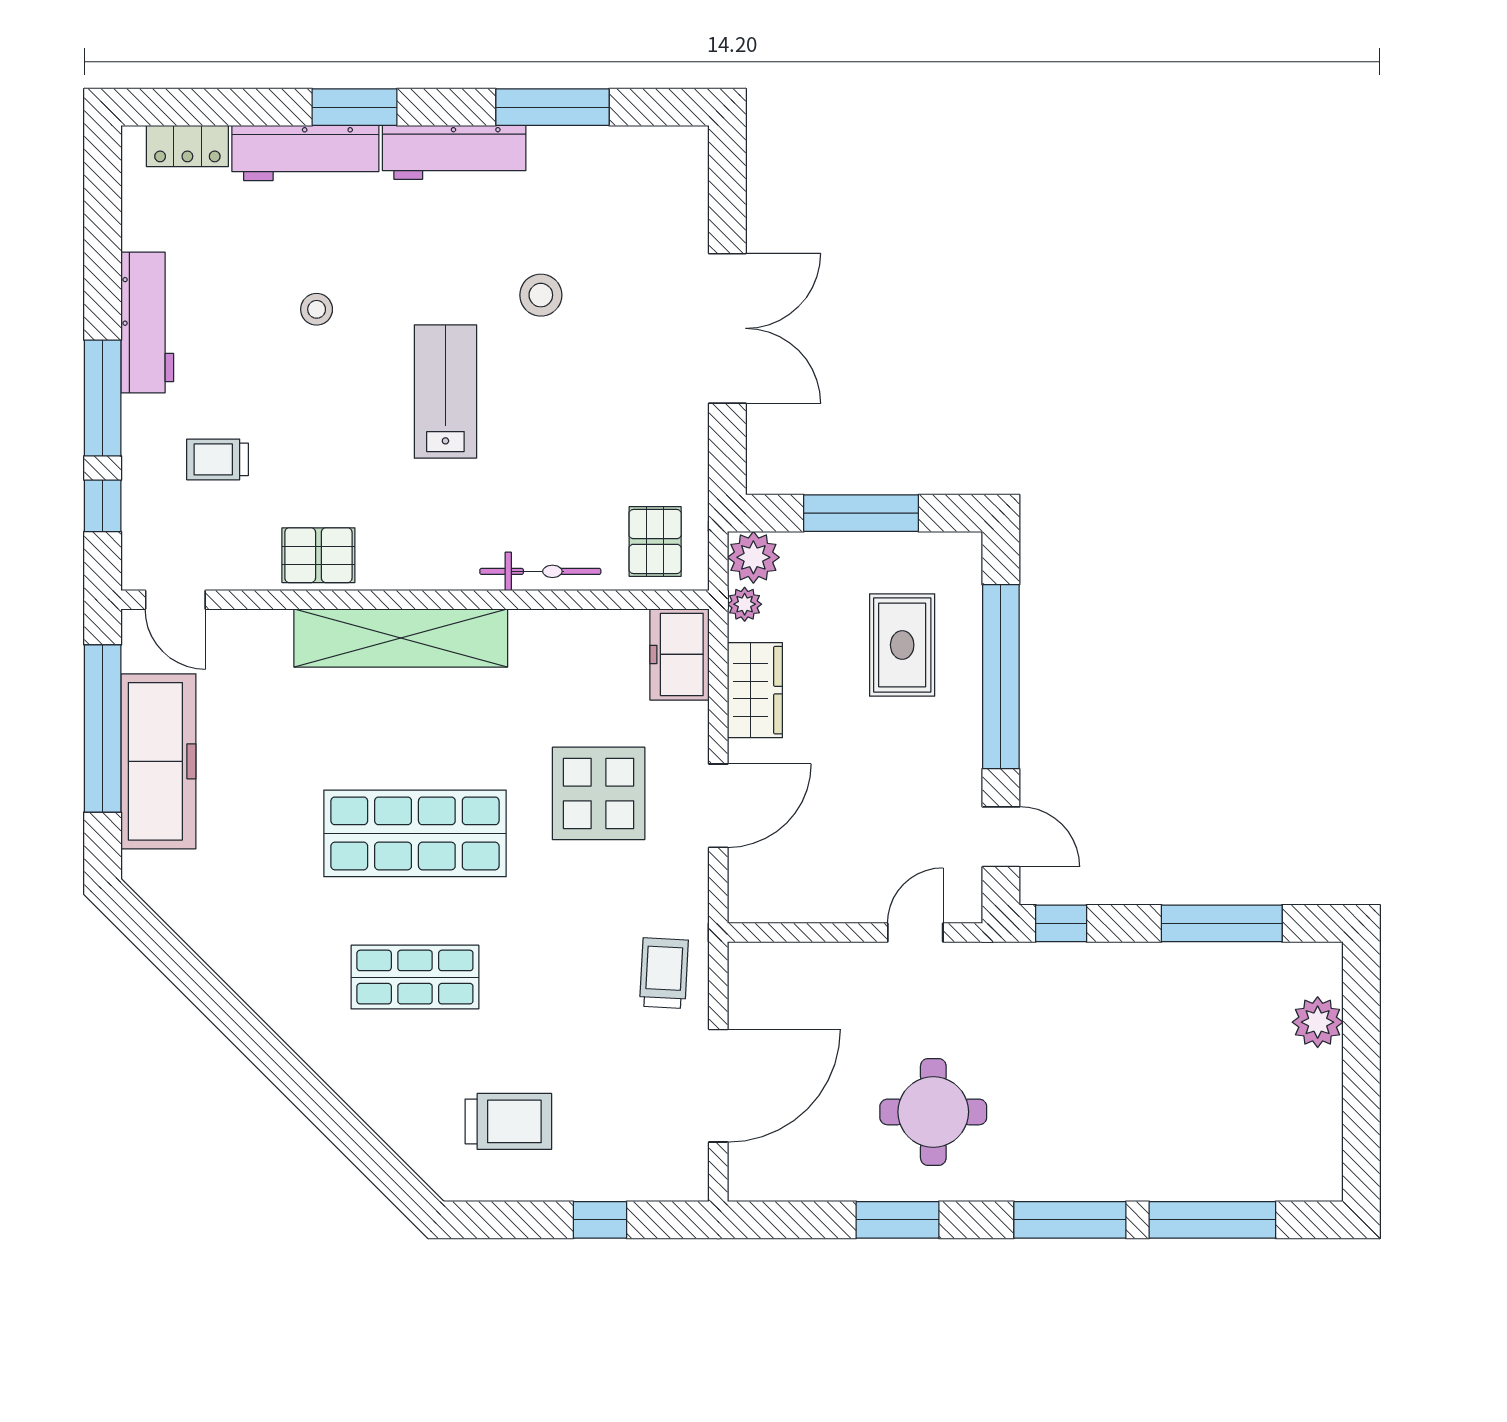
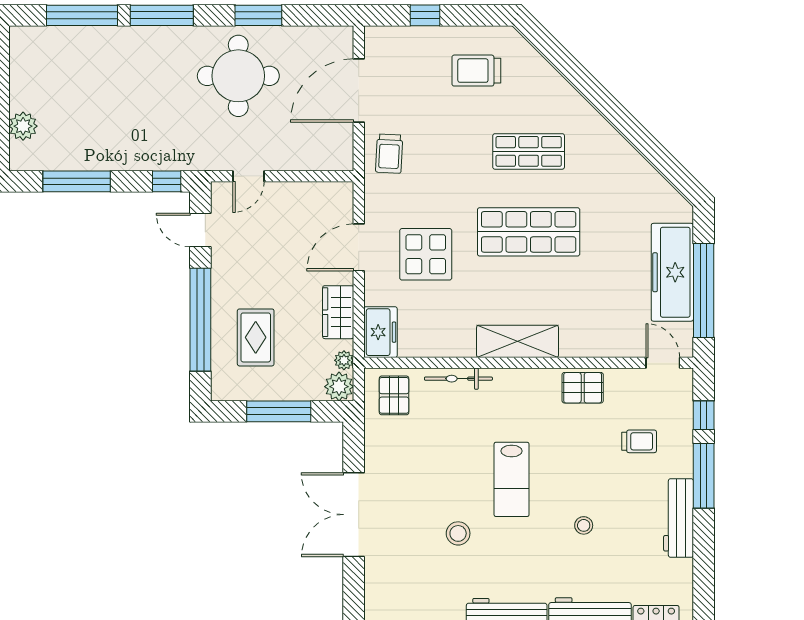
shelving: (401, 638) -> (518, 341), width x0.68
round table: (933, 1112) -> (238, 76), width x1.36, depth x1.36

